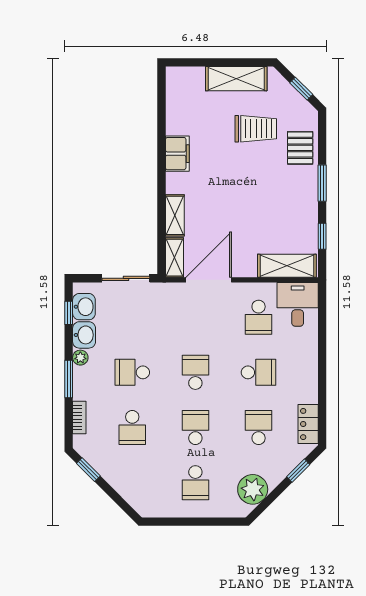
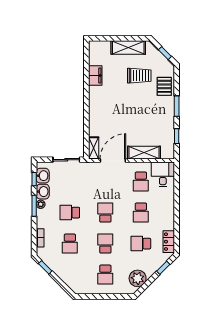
filing cabinet: (177, 154) -> (95, 75), moved
shelving: (175, 215) -> (94, 124), removed
shelving: (287, 266) -> (144, 153), moved
school desk: (259, 372) -> (141, 213), turned 90
window: (69, 379) -> (34, 206), moved
school desk: (259, 428) -> (141, 244), turned -90

